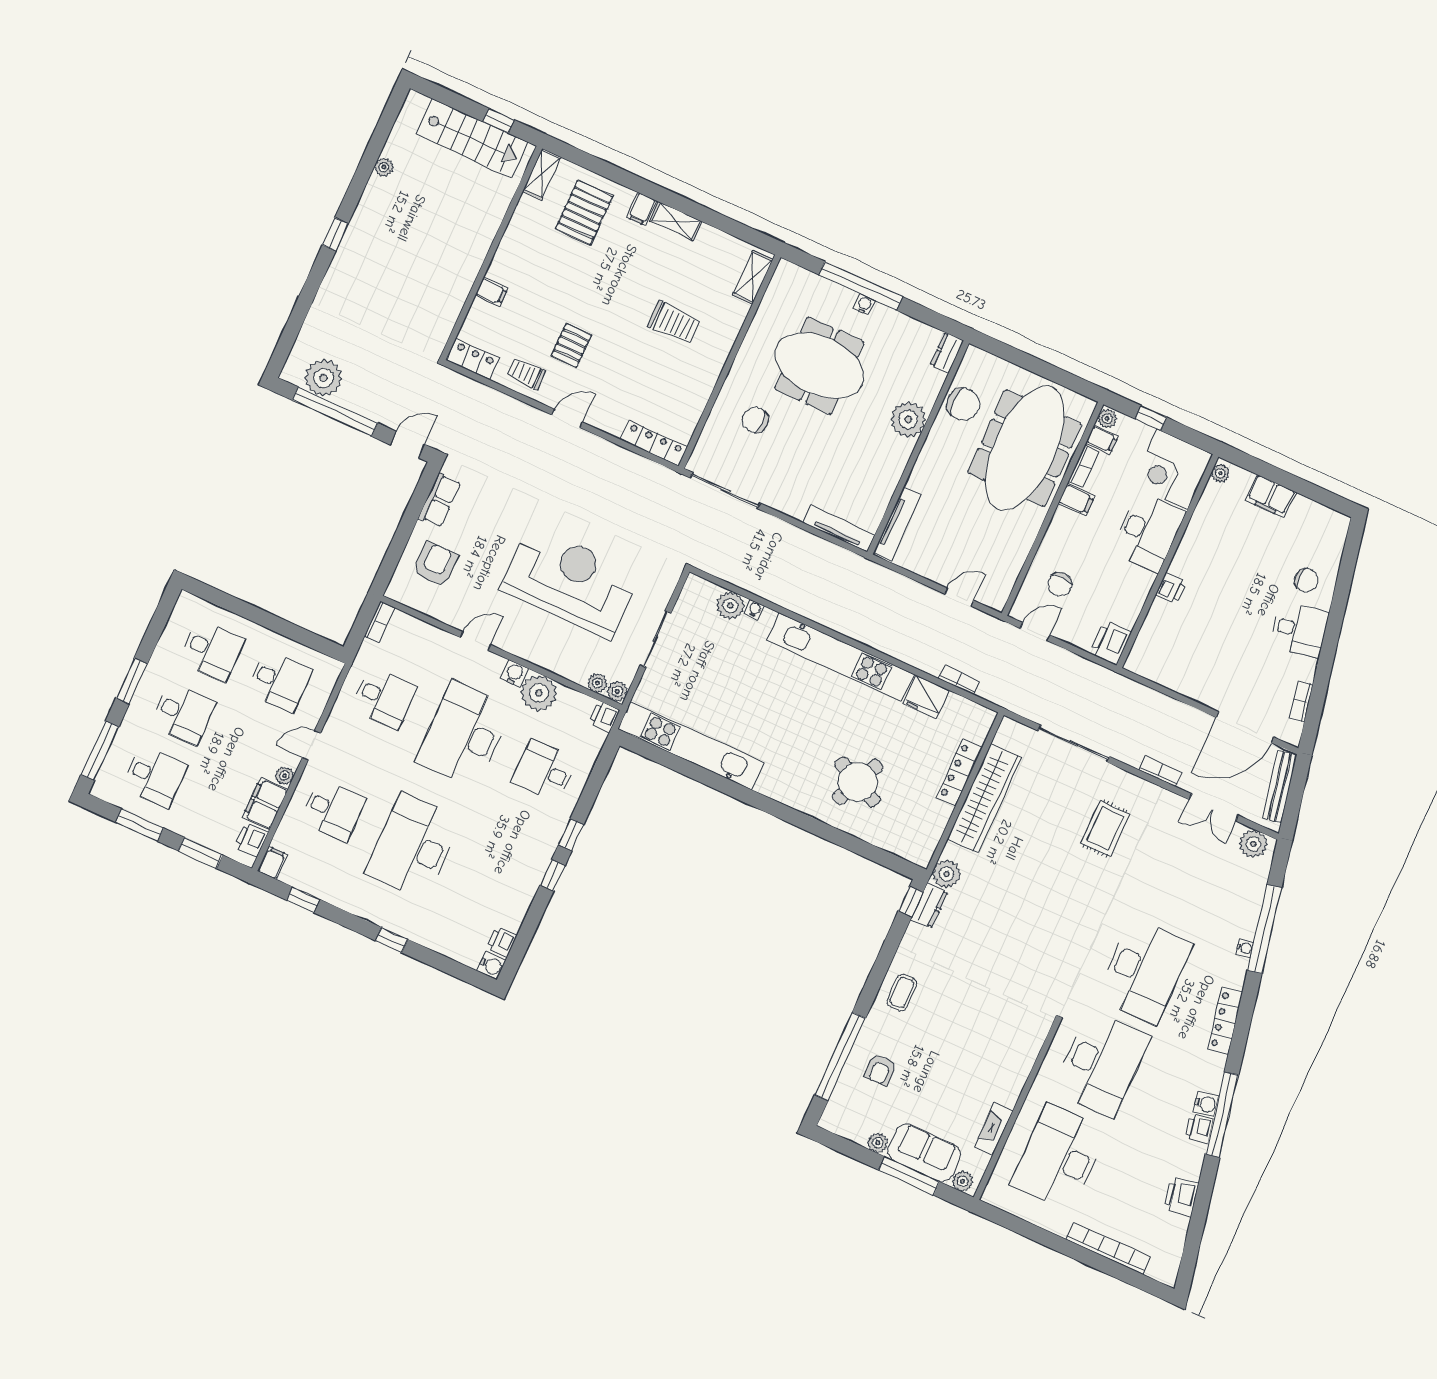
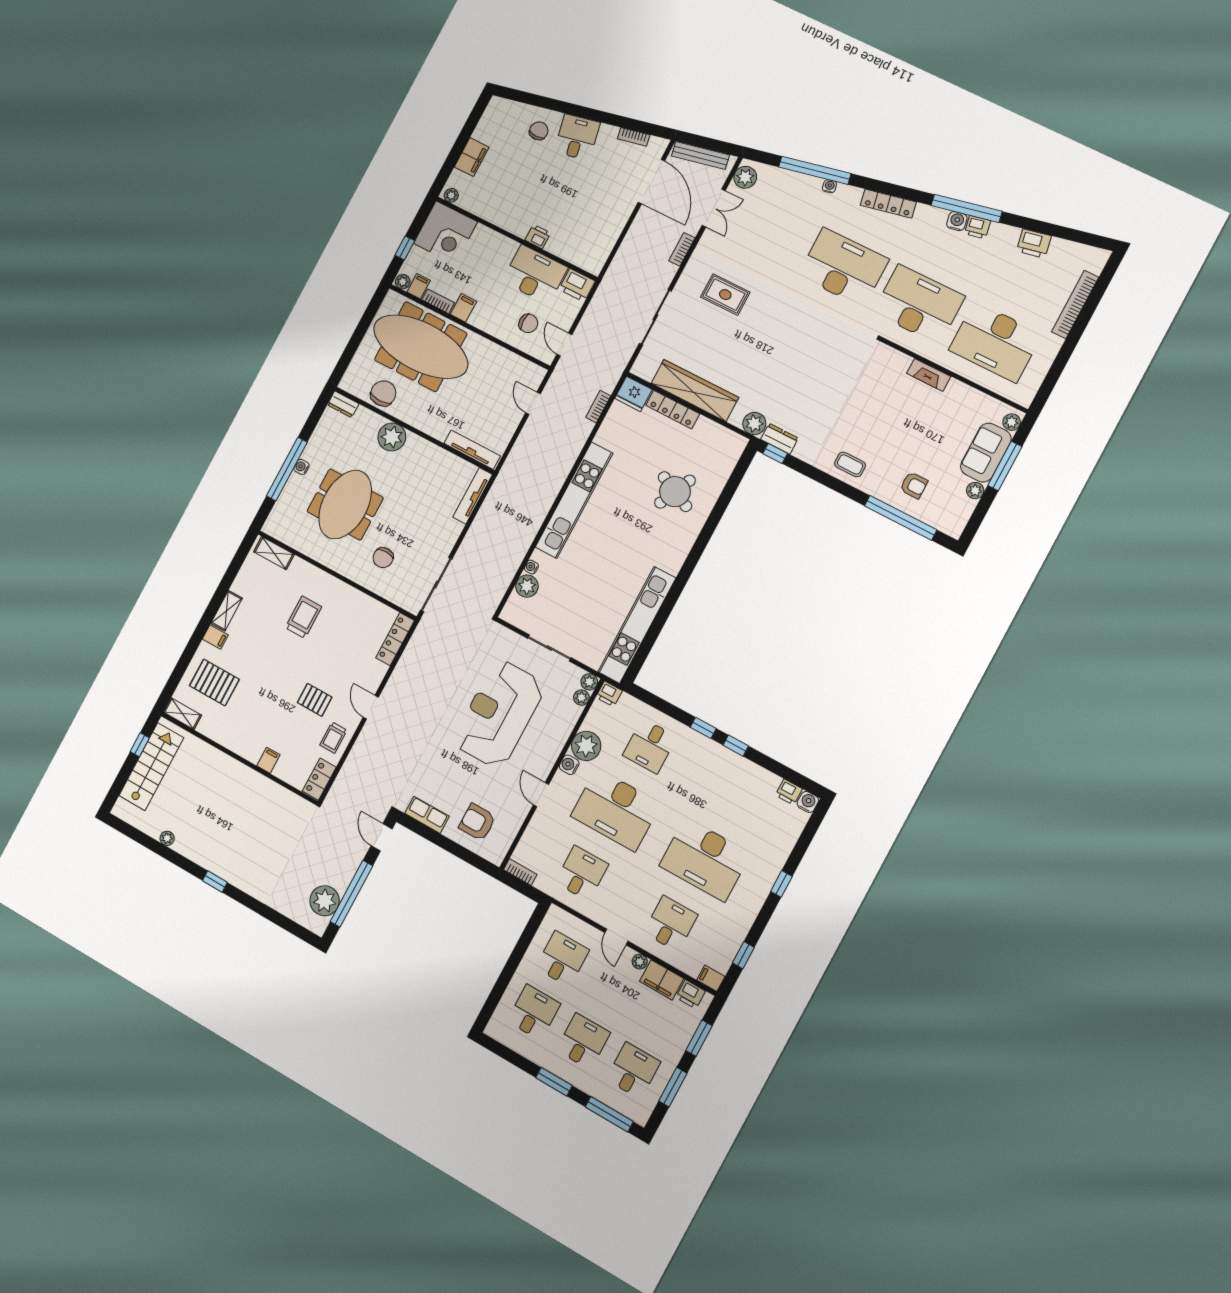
desk: (1148, 532) -> (535, 274), moved
fridge: (926, 697) -> (633, 394), moved, turned 90
fireplace: (994, 1129) -> (929, 375), moved

